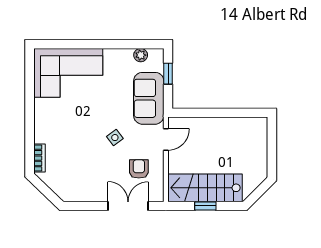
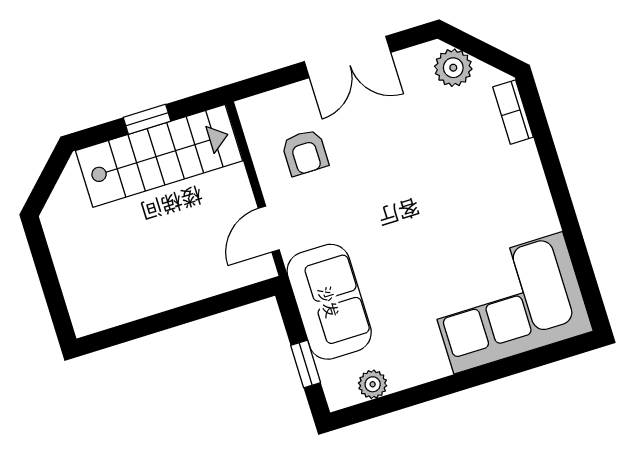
side table: (115, 138) -> (373, 201), removed
plant: (60, 186) -> (453, 68), added
double door: (128, 206) -> (348, 57), moved

